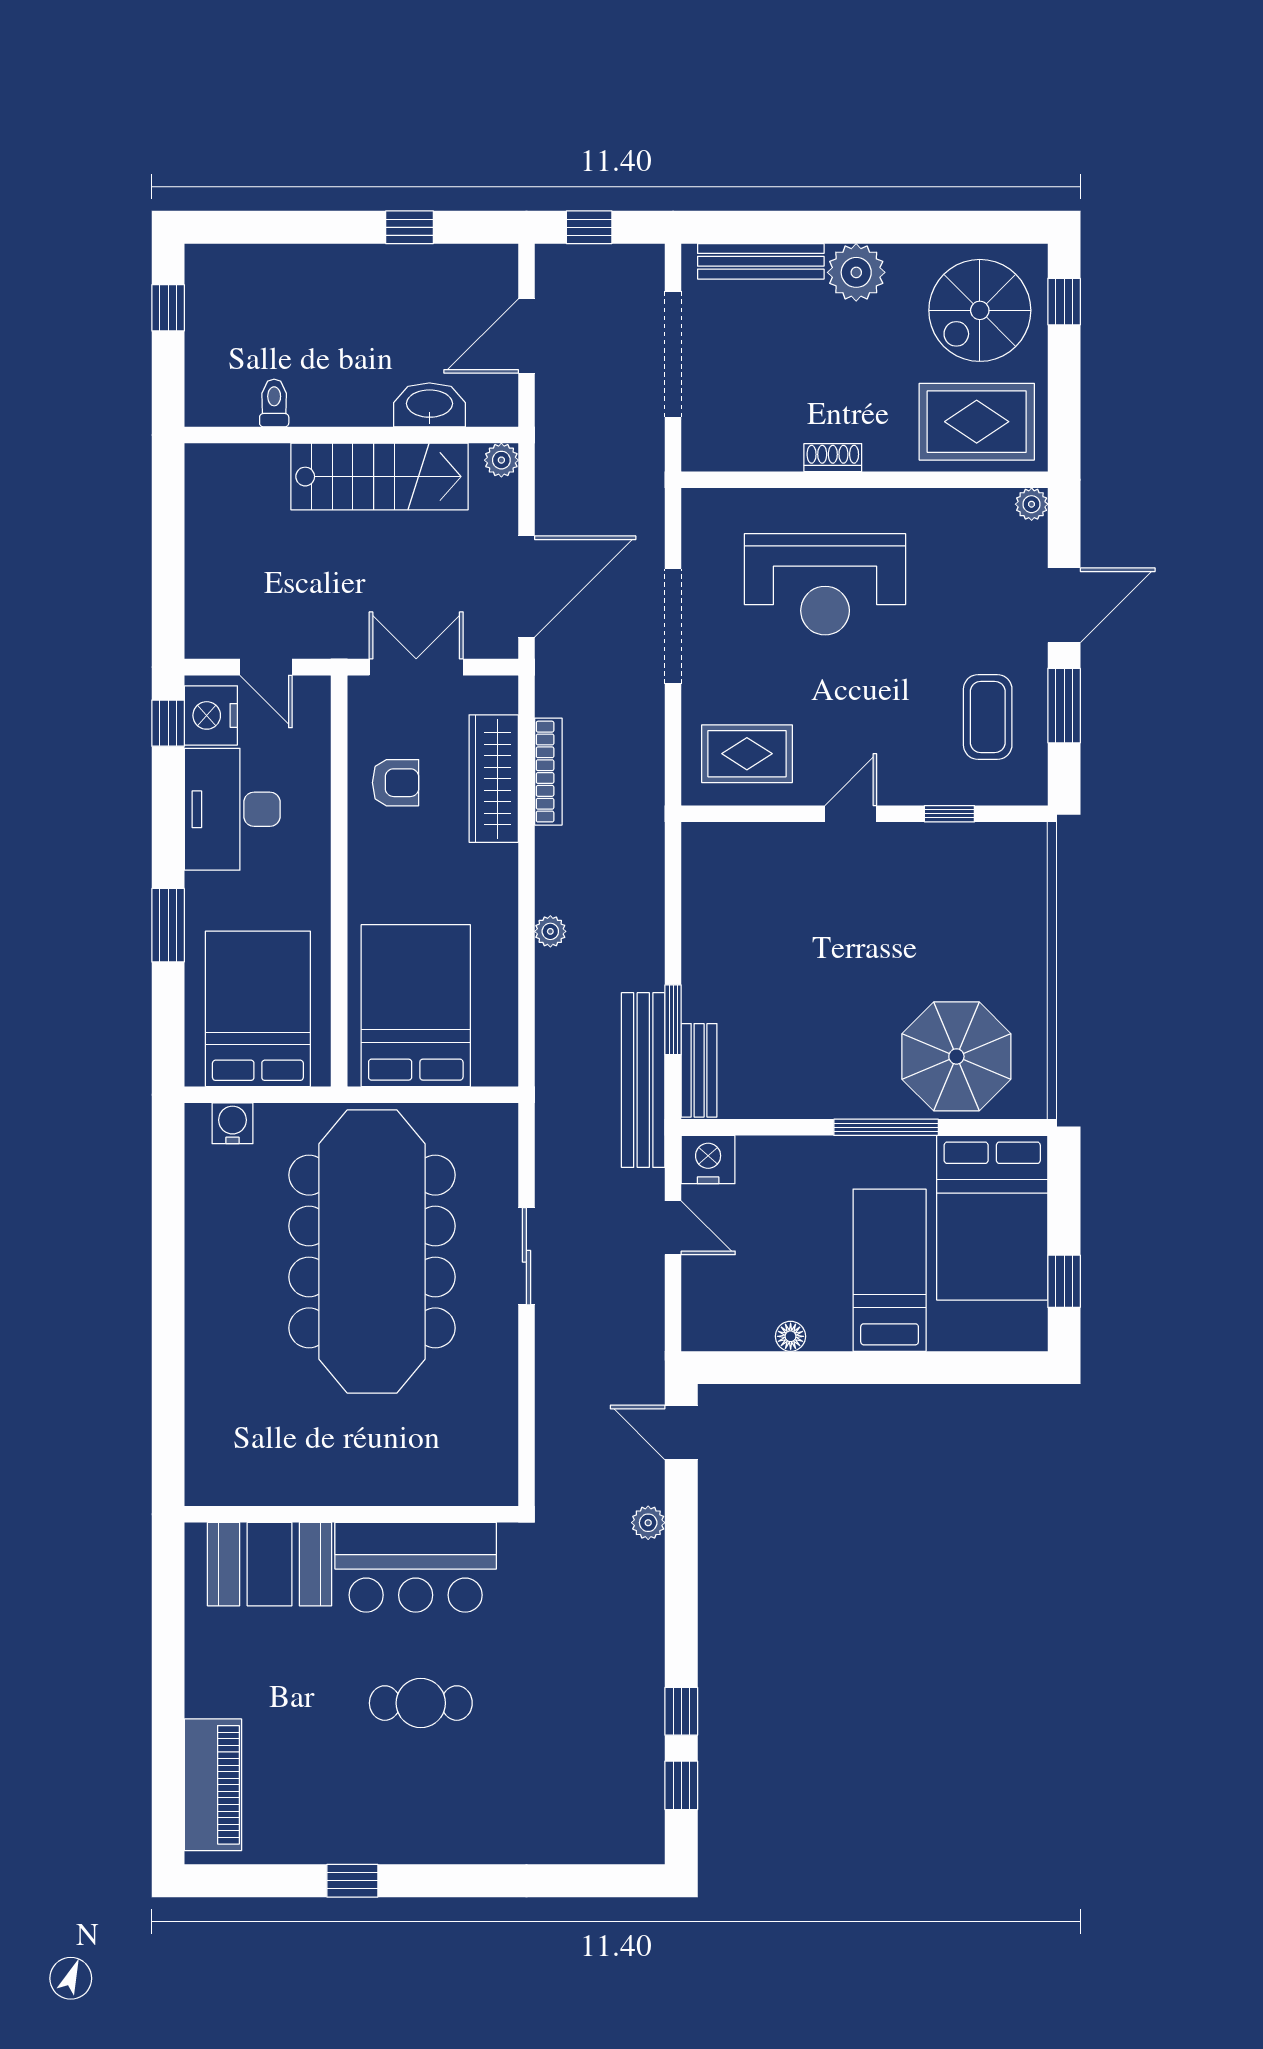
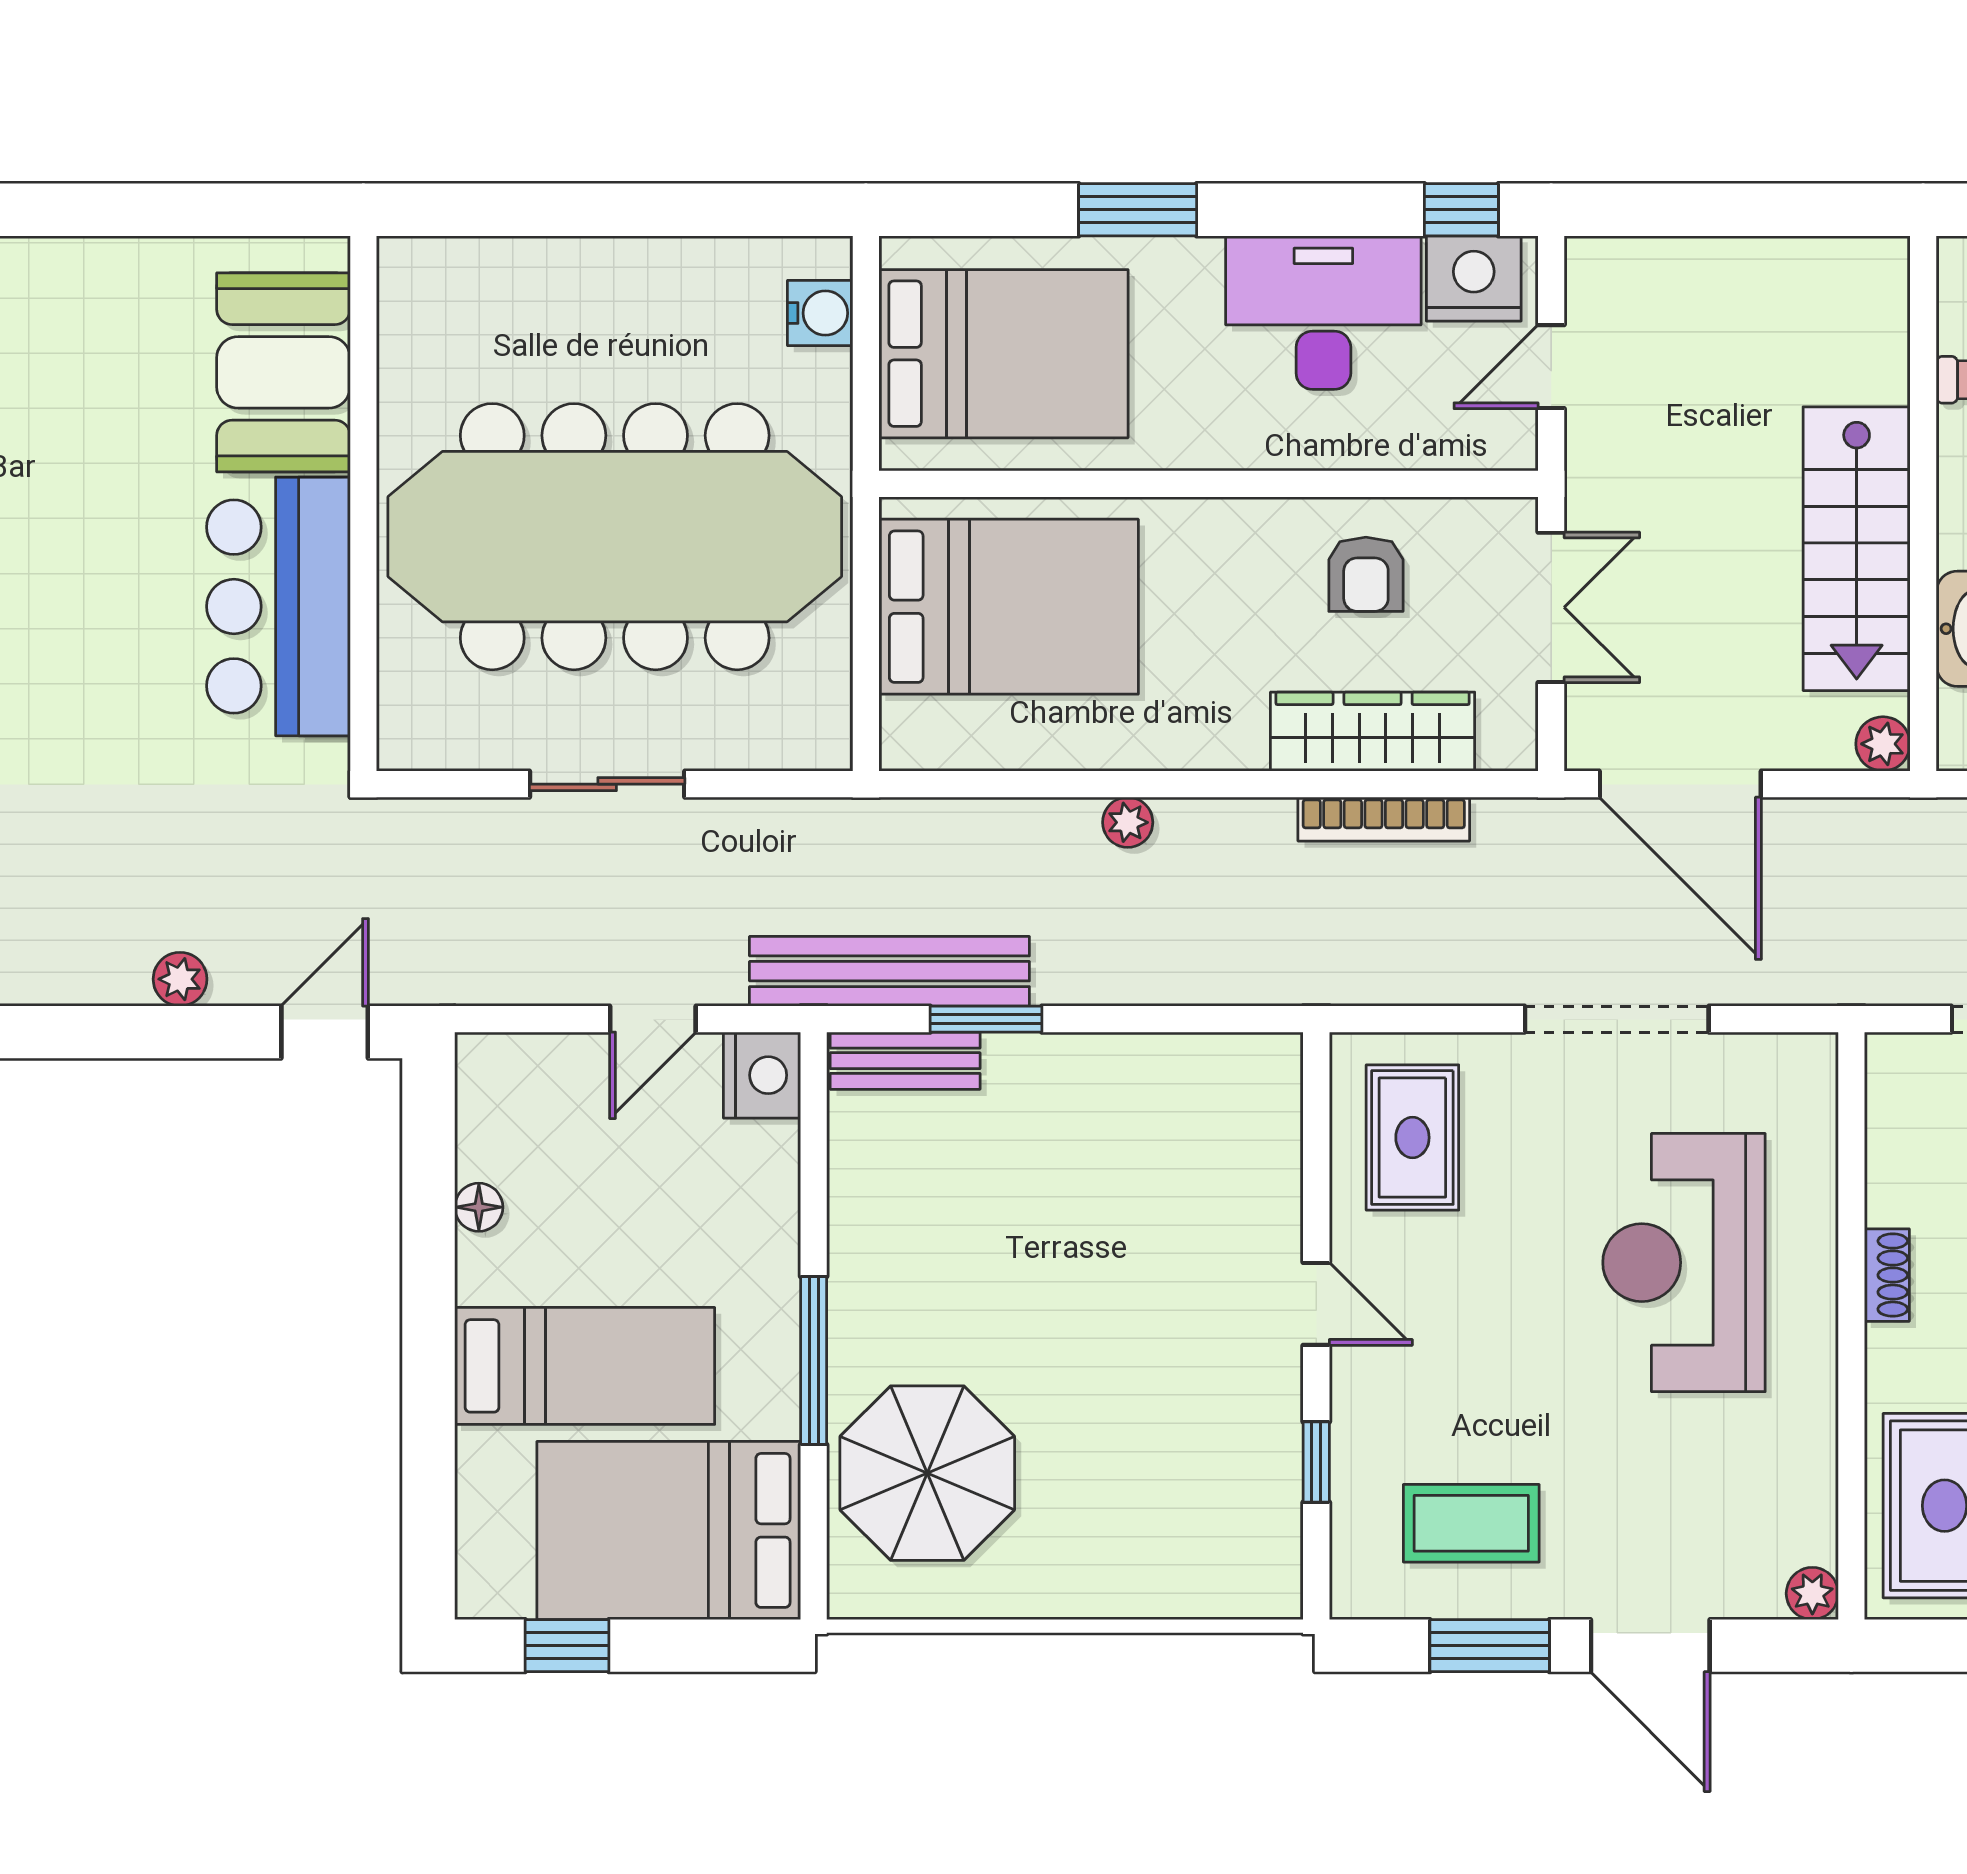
wall: (351, 1514) -> (363, 503), moved
booth: (270, 1564) -> (283, 372), moved
bar counter: (416, 1567) -> (278, 606), moved

